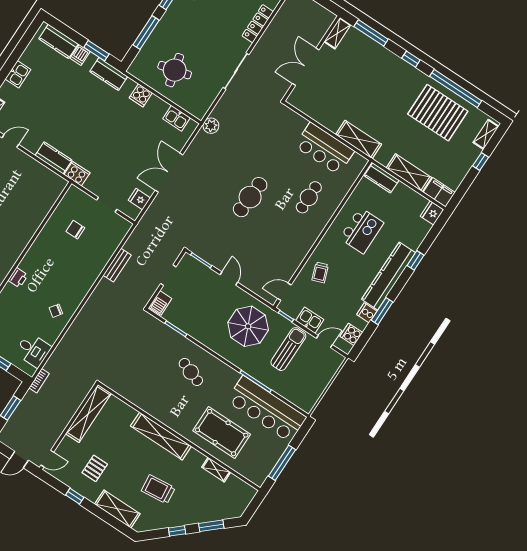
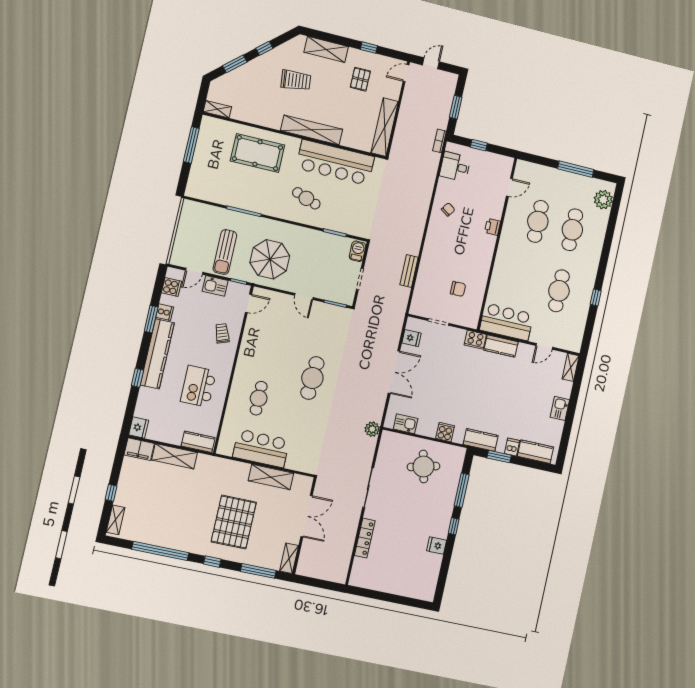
pallet: (438, 113) -> (234, 522), moved, turned 90
shelving: (359, 139) -> (271, 477), moved
bar counter: (39, 179) -> (507, 322), added
bar counter: (267, 409) -> (335, 162), moved, turned 180
shelving: (216, 470) -> (217, 109), moved

